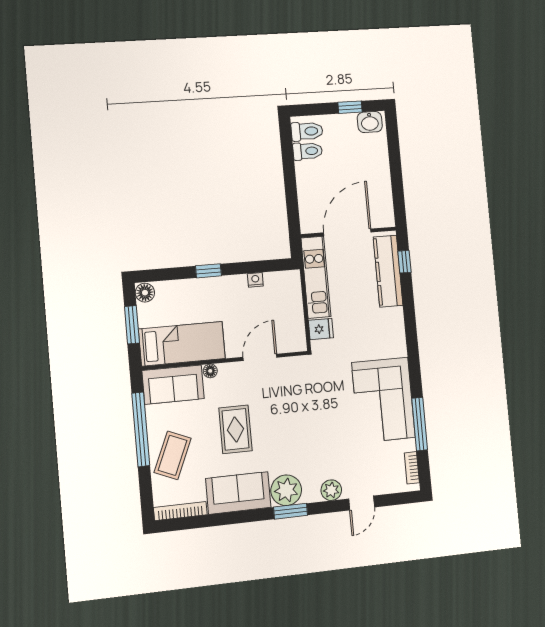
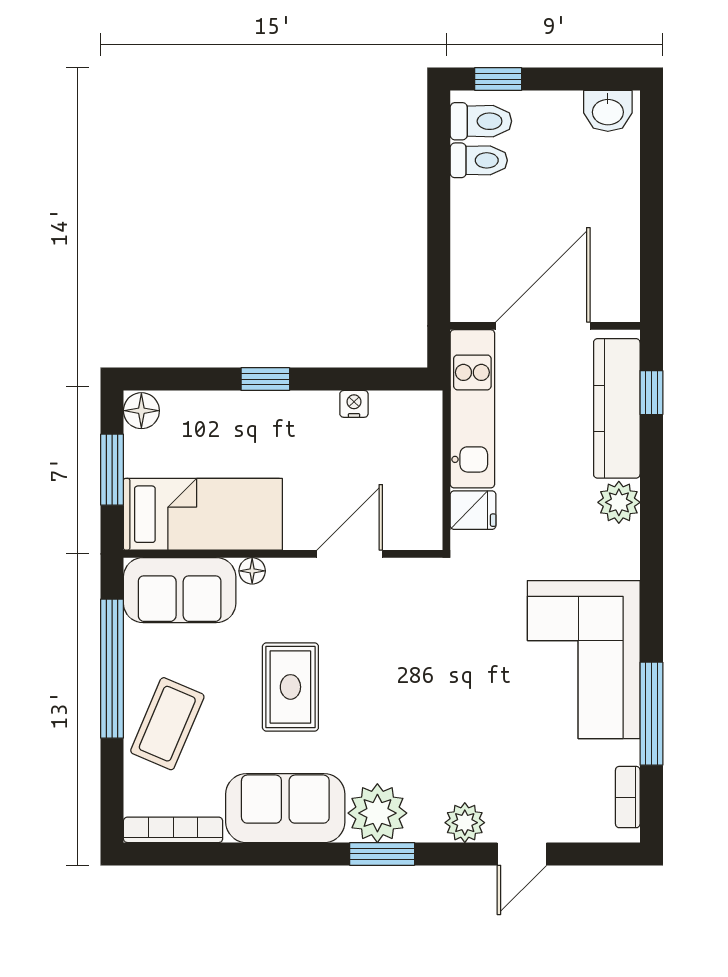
window: (350, 107) -> (498, 79), moved
plant: (393, 318) -> (619, 502), added

